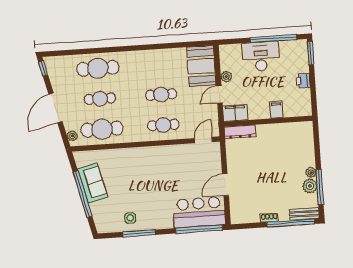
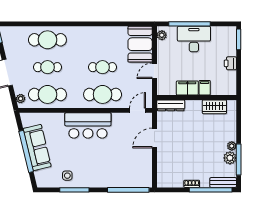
window: (273, 39) -> (189, 24), moved
plant: (226, 77) -> (162, 35), moved
filing cabinet: (235, 113) -> (187, 88), moved
cafe table: (163, 125) -> (103, 94), width x1.37, depth x1.35
wardrobe: (289, 130) -> (214, 107), added
sofa: (93, 183) -> (37, 148), width x1.36
door: (225, 185) -> (154, 138), moved
bar counter: (199, 212) -> (88, 125), moved, turned 180

